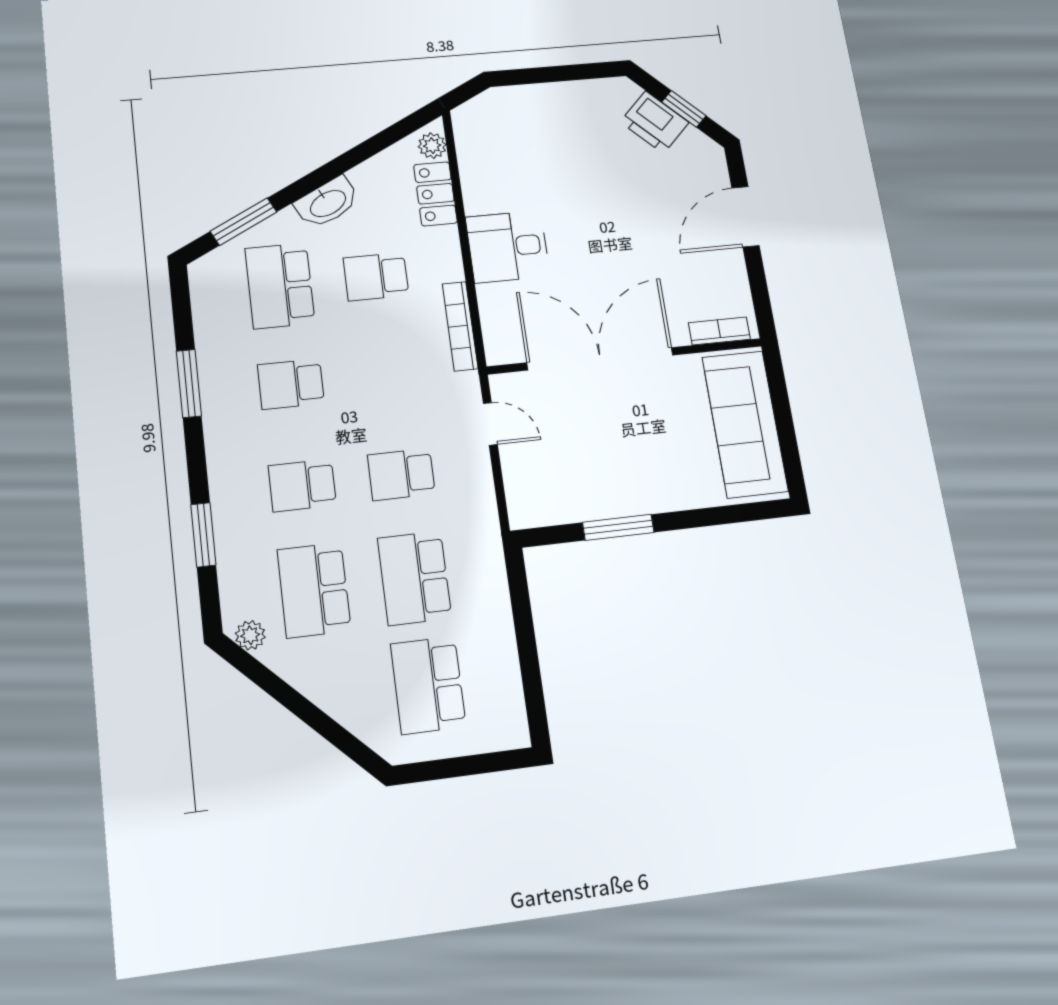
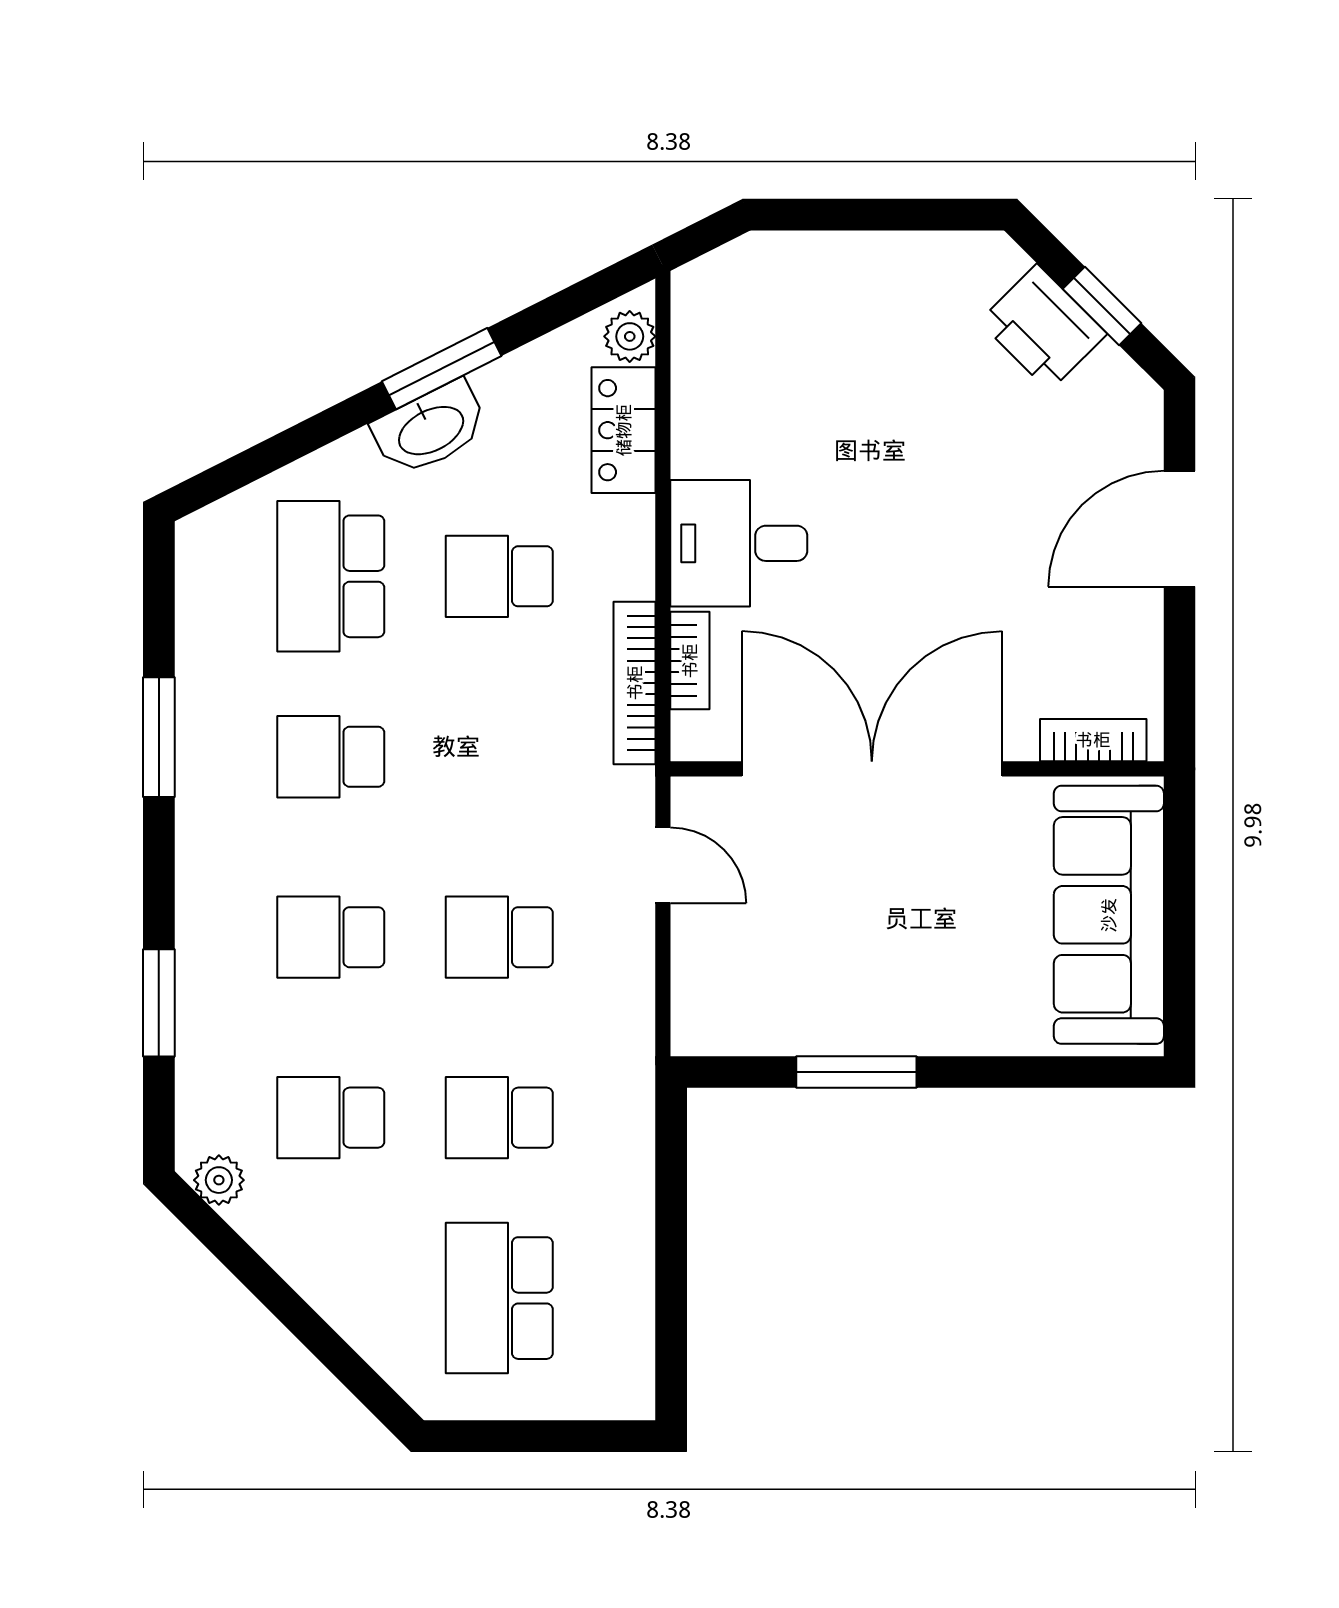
window: (244, 222) -> (442, 369), moved
bookcase: (490, 311) -> (690, 661), added
school desk: (415, 578) -> (499, 1118), width x0.54
school desk: (314, 590) -> (331, 1118), width x0.54

